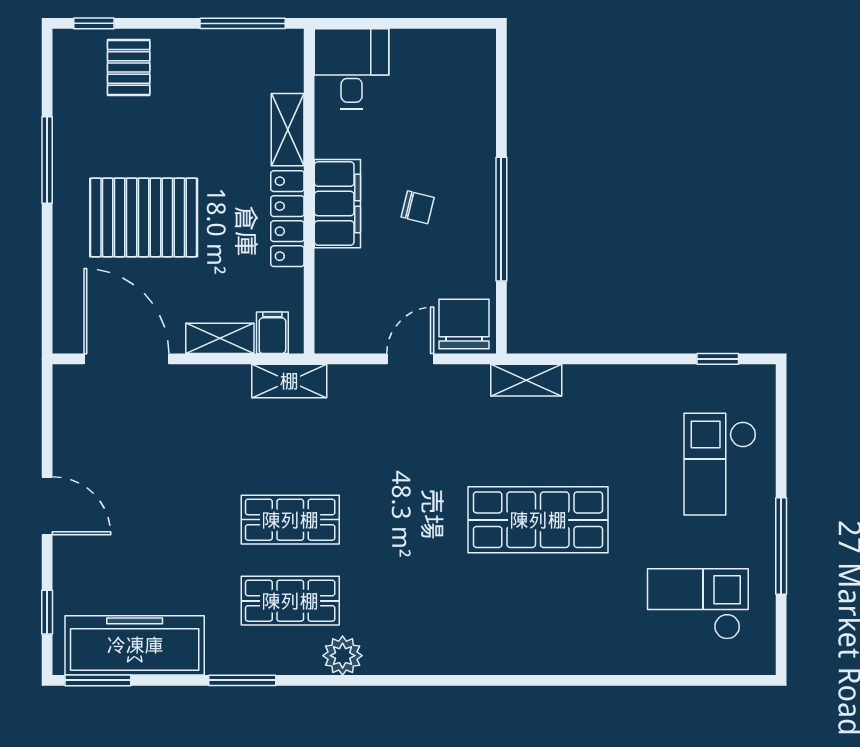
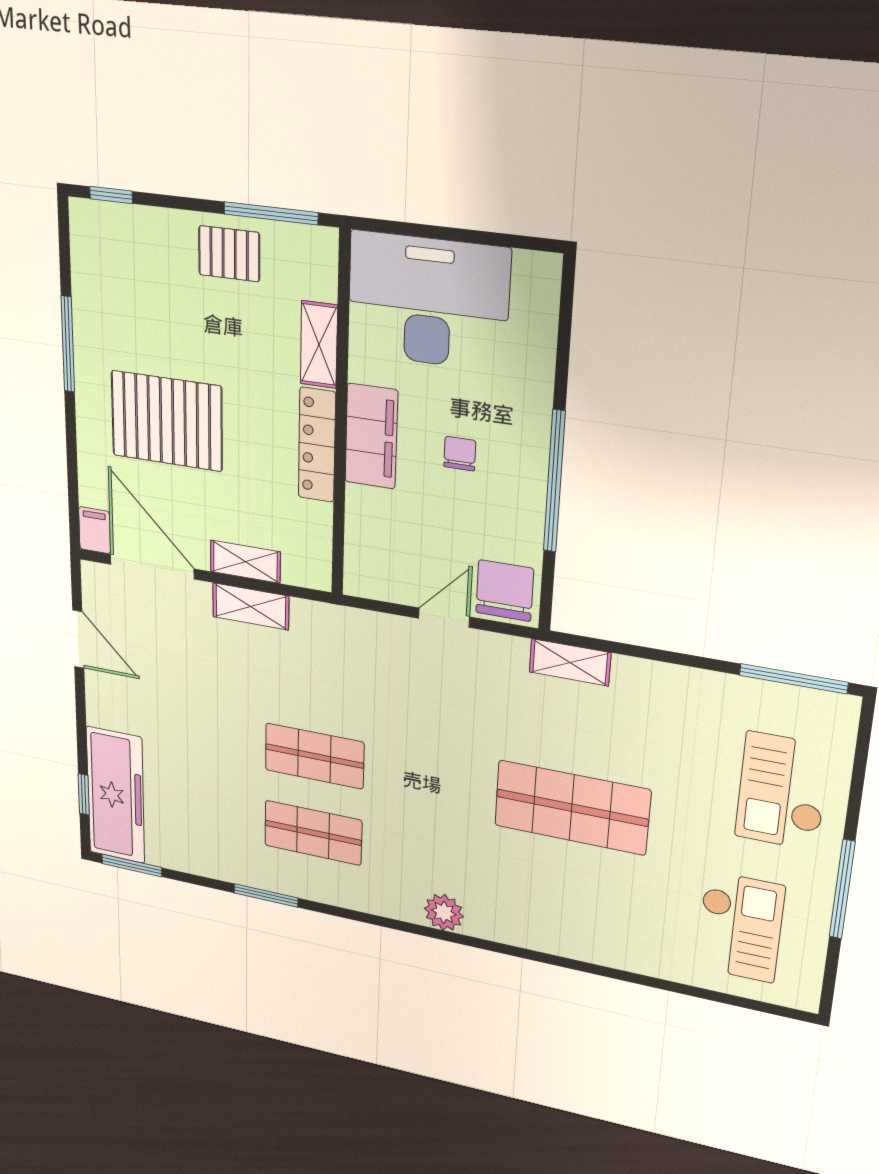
pallet: (129, 67) -> (229, 254), moved, turned 90
desk: (352, 69) -> (428, 301), width x1.87, depth x1.30
chair: (418, 207) -> (460, 454), turned -104
filing cabinet: (272, 333) -> (95, 530), moved
window: (718, 359) -> (793, 679), width x2.17
shelving: (289, 381) -> (251, 606), moved
door: (47, 506) -> (78, 639), moved
checkout: (698, 604) -> (740, 927), turned 90
freezer: (135, 645) -> (116, 795), moved, turned 90
plant: (343, 656) -> (444, 912), moved

